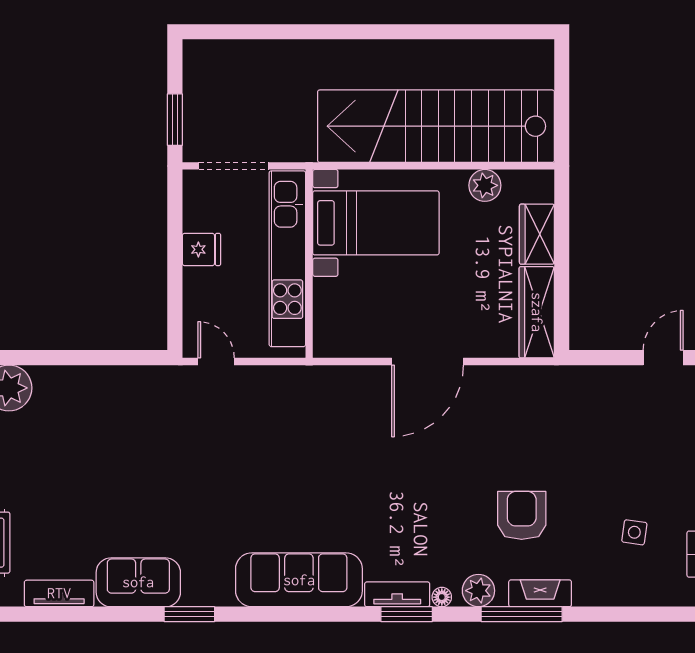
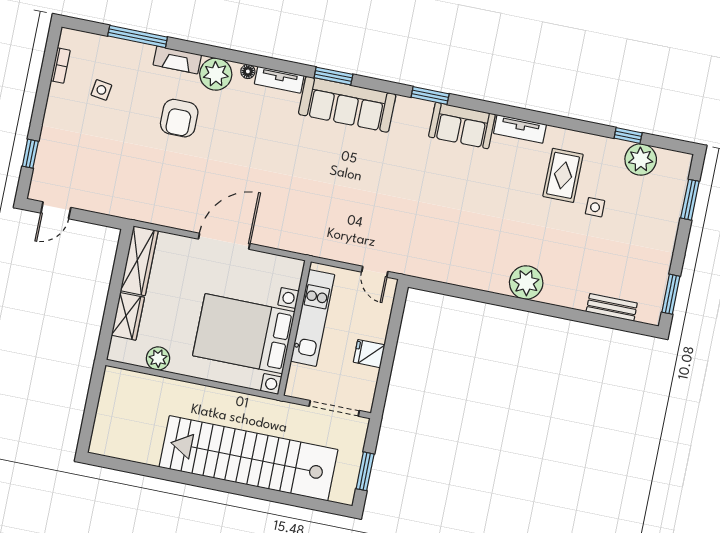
window: (175, 120) -> (365, 471), moved
stairs: (436, 126) -> (248, 458), moved, turned 180
bed with nightstands: (376, 223) -> (244, 334), width x1.36
kitchen unit: (287, 259) -> (313, 318), width x0.73
plant: (478, 591) -> (216, 74), width x1.36, depth x1.36
window: (407, 614) -> (333, 76), moved
window: (522, 614) -> (138, 37), moved

